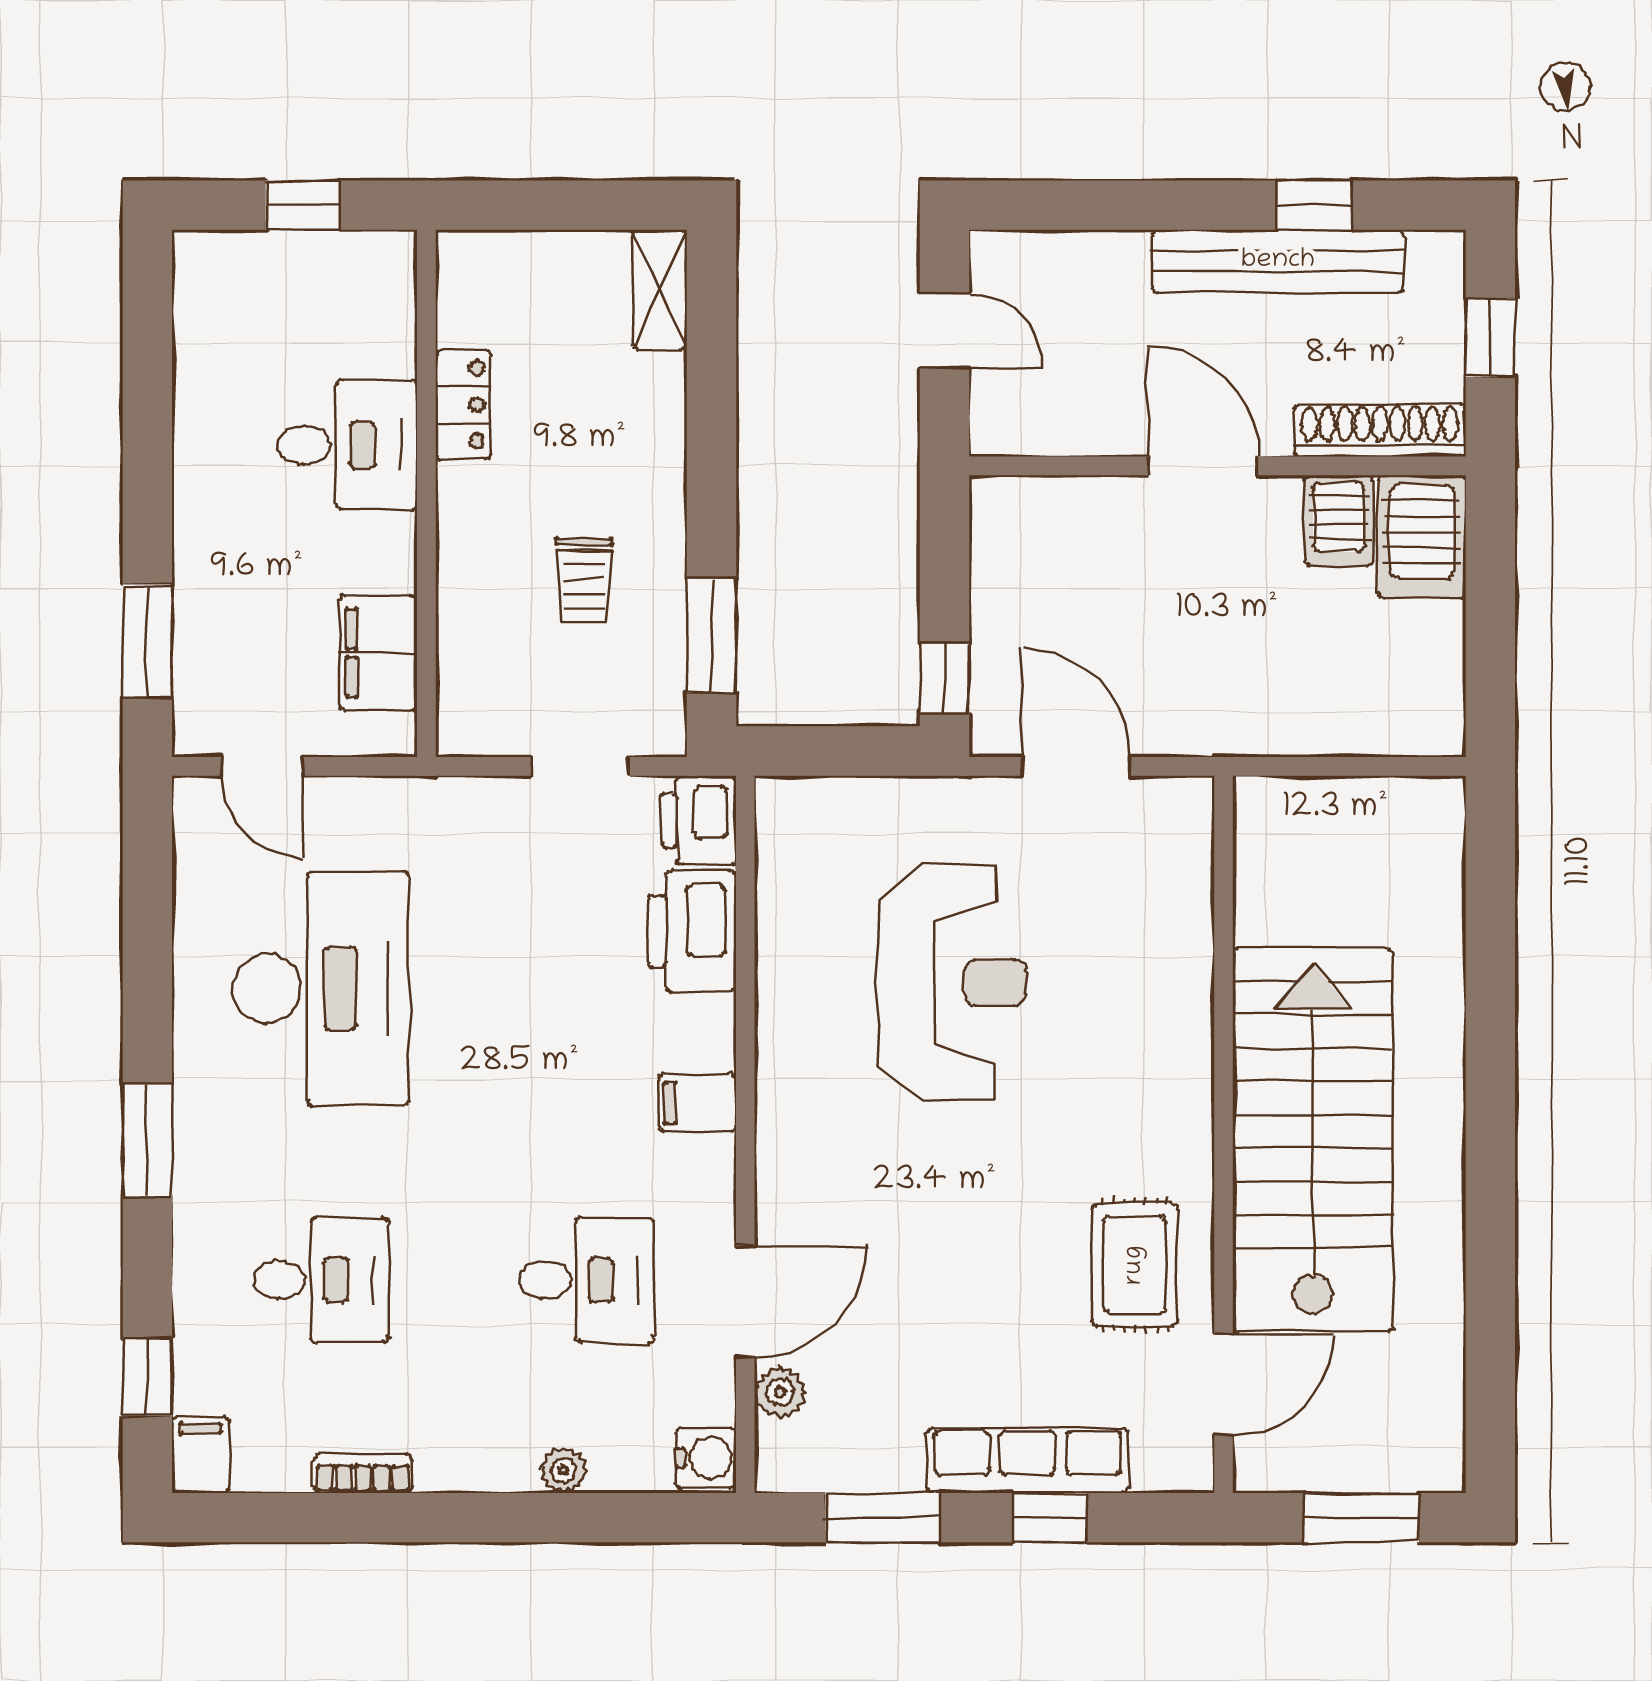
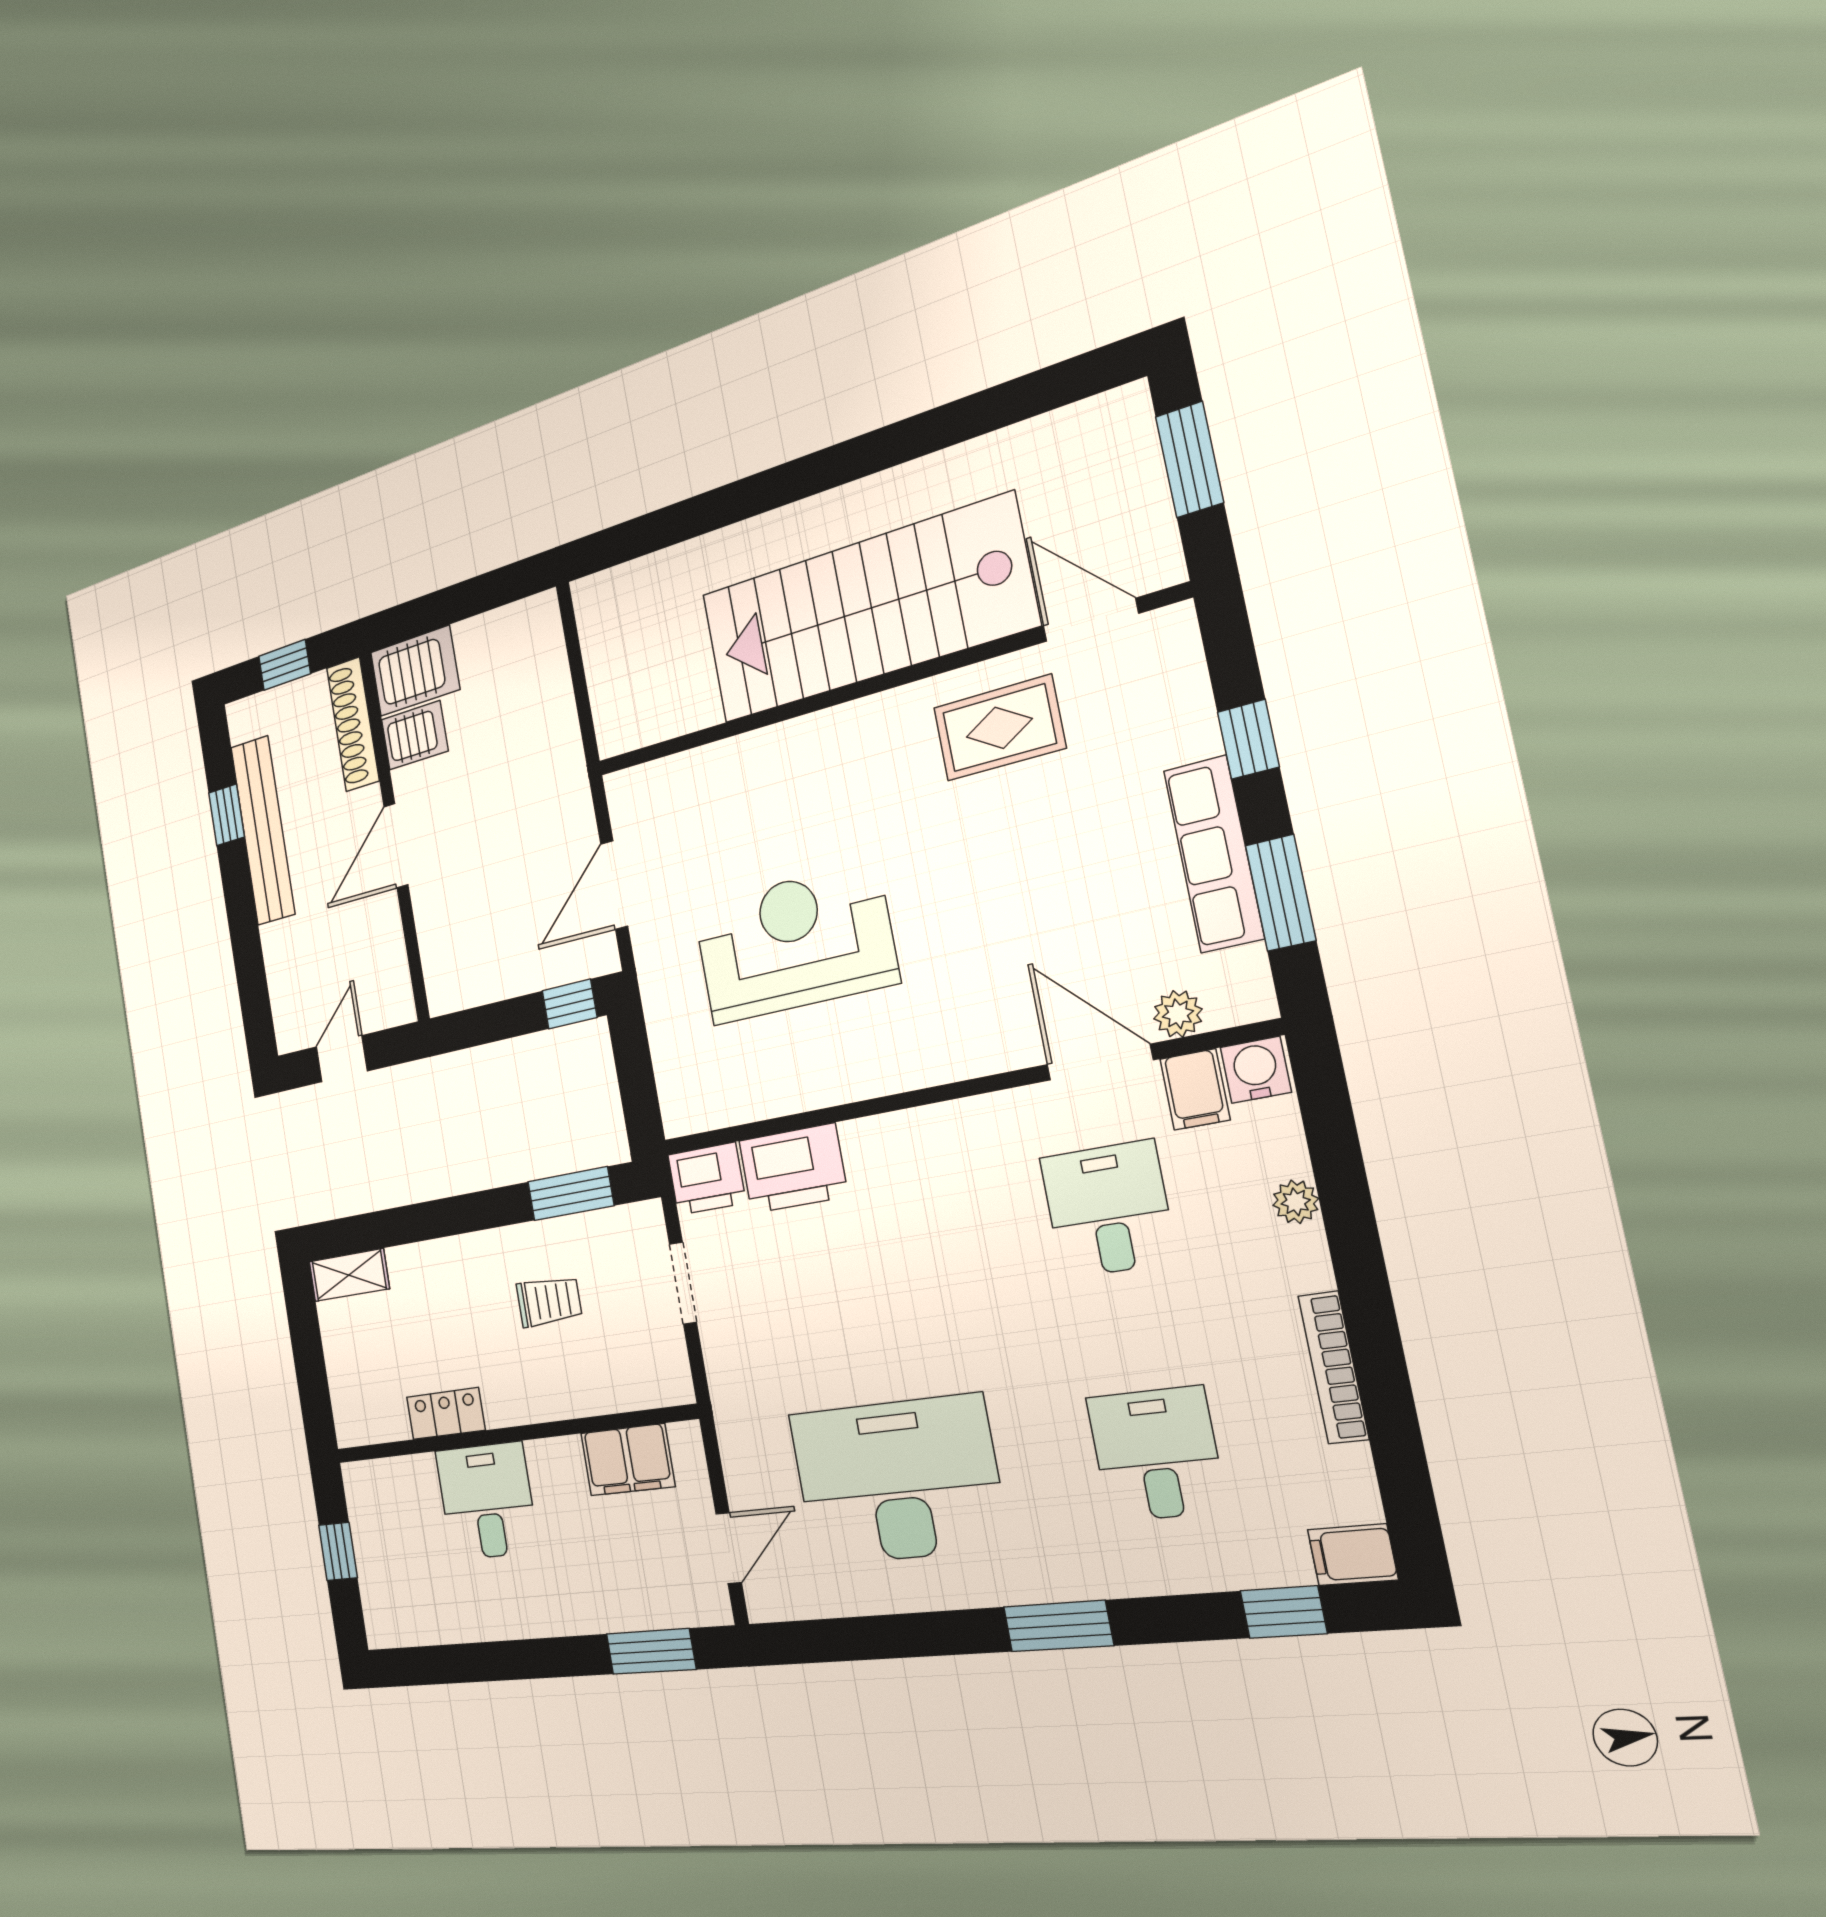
filing cabinet: (697, 1103) -> (1195, 1089), moved
row of seats: (1028, 1461) -> (1214, 854), moved
bookcase: (363, 1473) -> (1333, 1367), width x1.56

